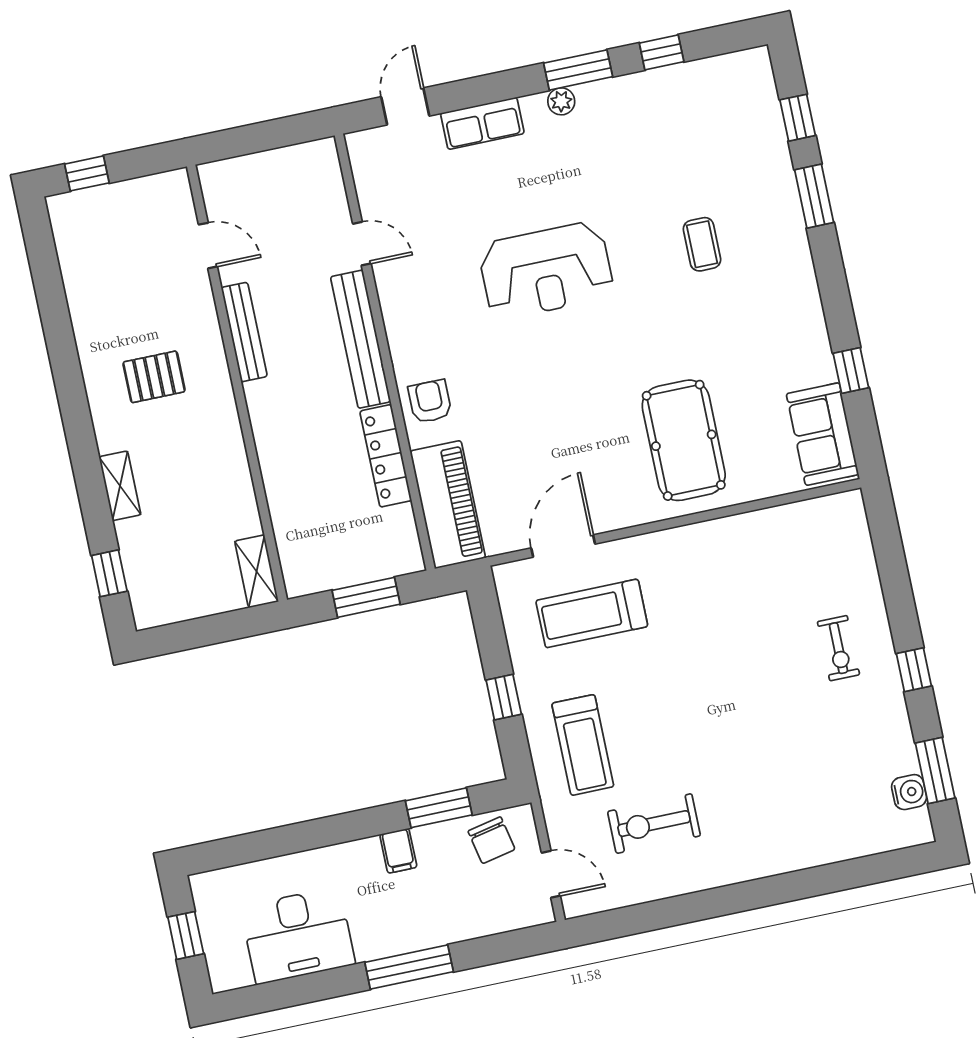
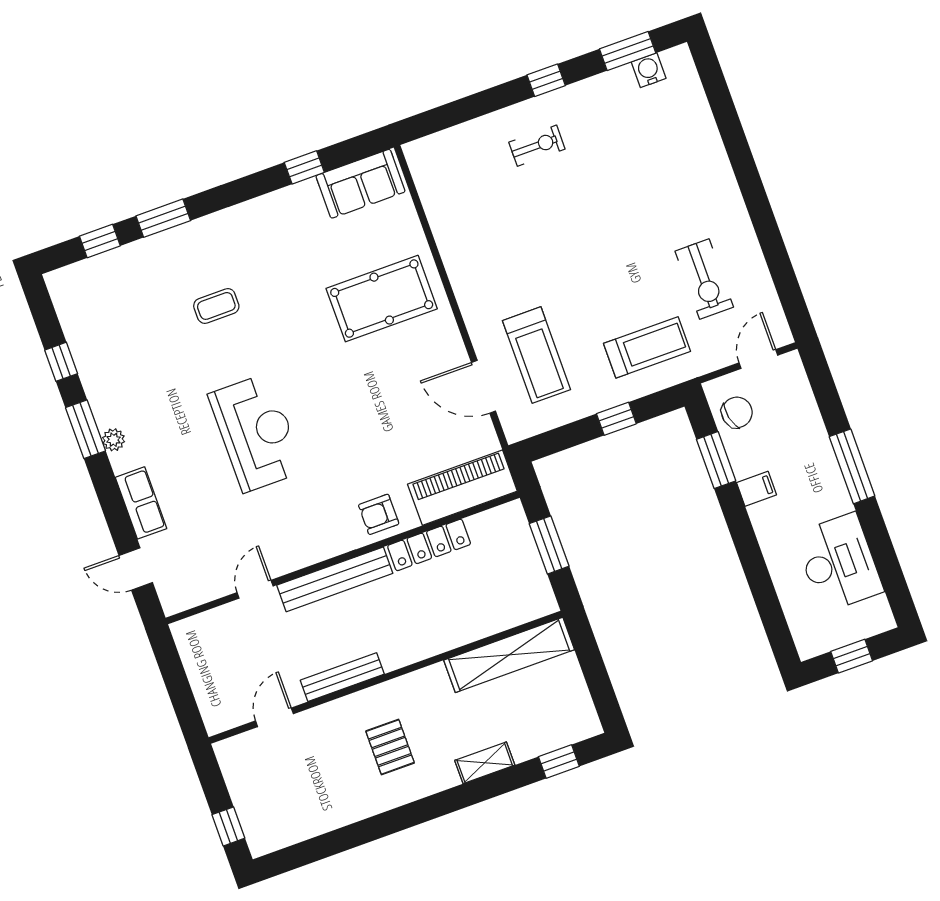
shelving: (257, 571) -> (509, 655), width x2.20, depth x1.33

